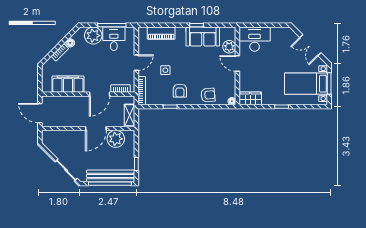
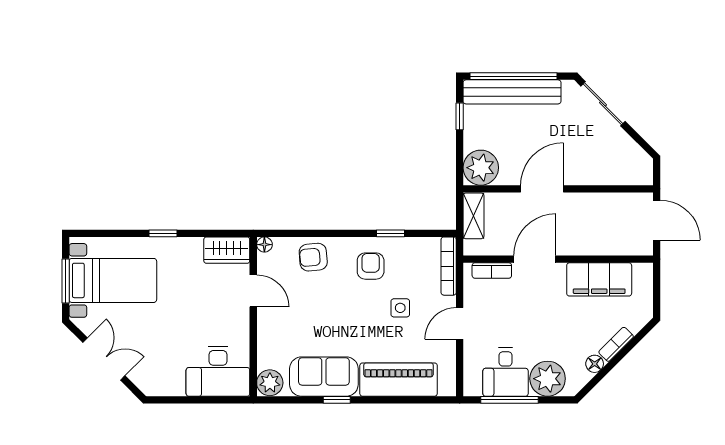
piano: (161, 33) -> (399, 380), width x1.37, depth x1.33
plant: (229, 47) -> (270, 383), moved
door: (237, 63) -> (253, 291), moved
plant: (116, 139) -> (481, 168), moved

